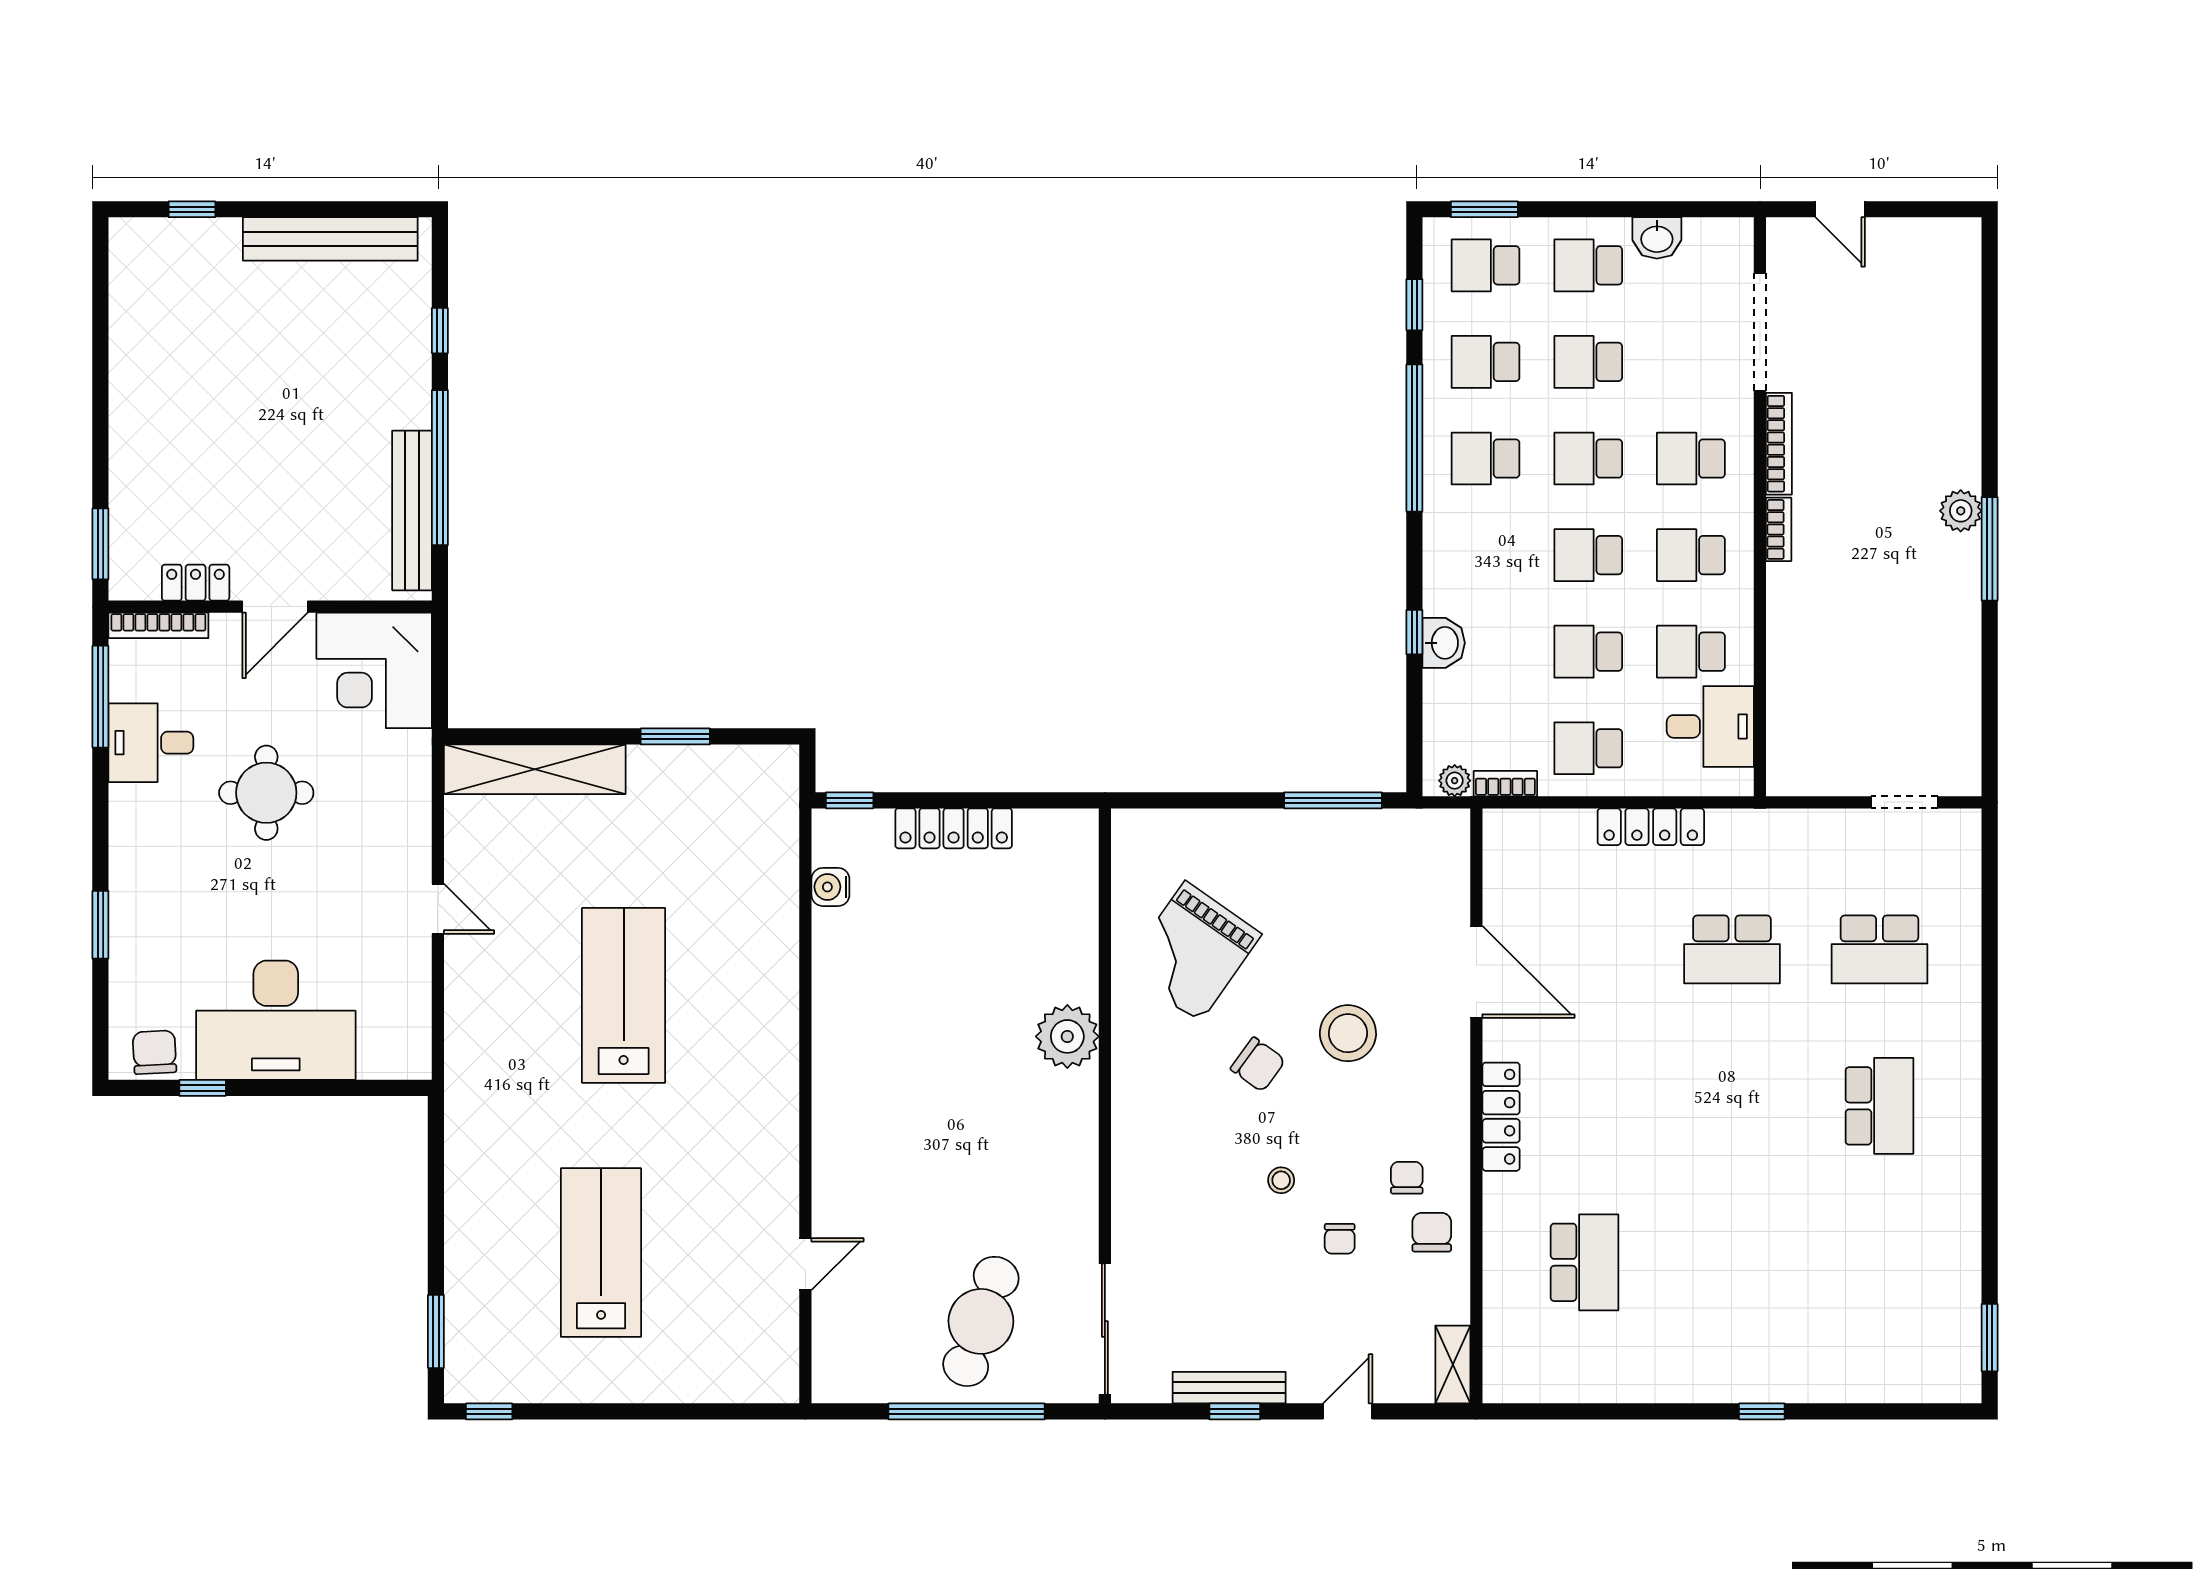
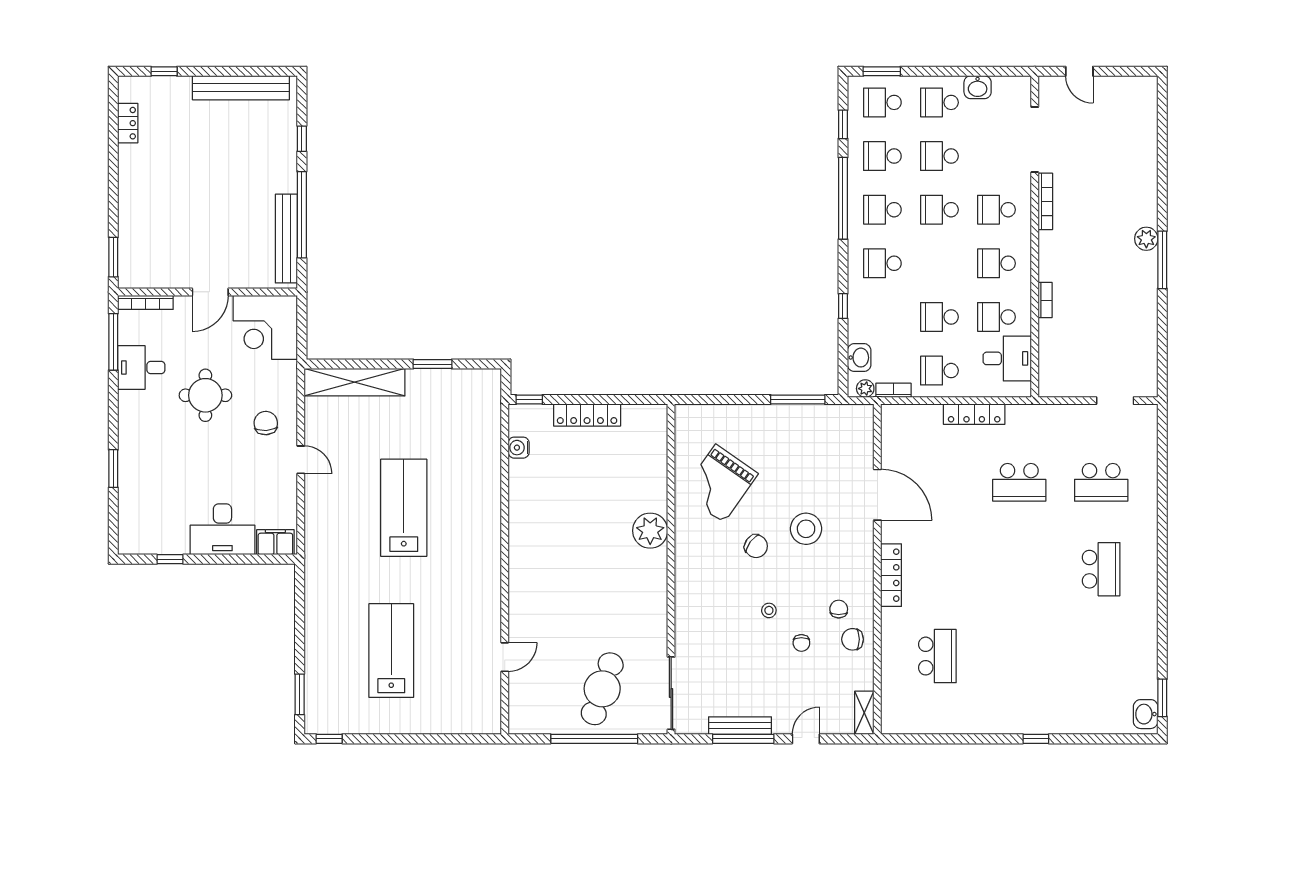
bookcase: (1779, 529) -> (1045, 300), moved
school desk: (1588, 555) -> (882, 263), moved
locker: (196, 583) -> (128, 123), moved, turned 90
washbasin: (1444, 643) -> (859, 358), moved
desk: (276, 1020) -> (222, 529), width x0.73, depth x0.77
chair: (155, 1052) -> (266, 423), moved
filing cabinet: (392, 1057) -> (275, 542), added
chair: (1432, 1232) -> (853, 639), turned -90
washbasin: (1960, 1367) -> (1146, 714), added
window: (1235, 1411) -> (743, 739), width x2.17

